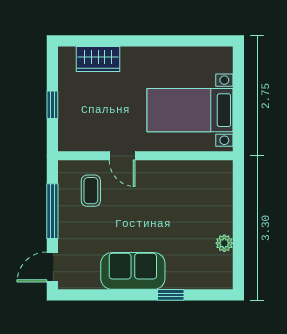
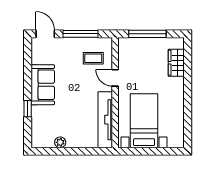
window: (52, 105) -> (147, 34), width x2.17
door: (122, 156) -> (115, 78), hinge flipped
tv unit: (188, 172) -> (105, 120), added

